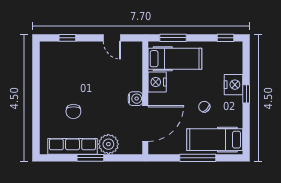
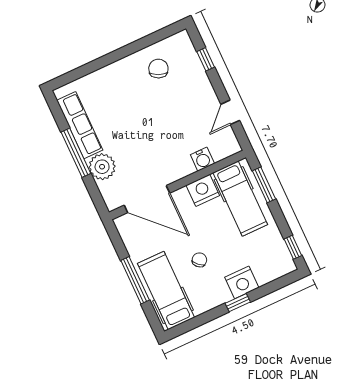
water cooler: (135, 99) -> (202, 159), moved
chair: (73, 111) -> (158, 69), moved, turned 114
window: (90, 158) -> (76, 153), width x1.44

